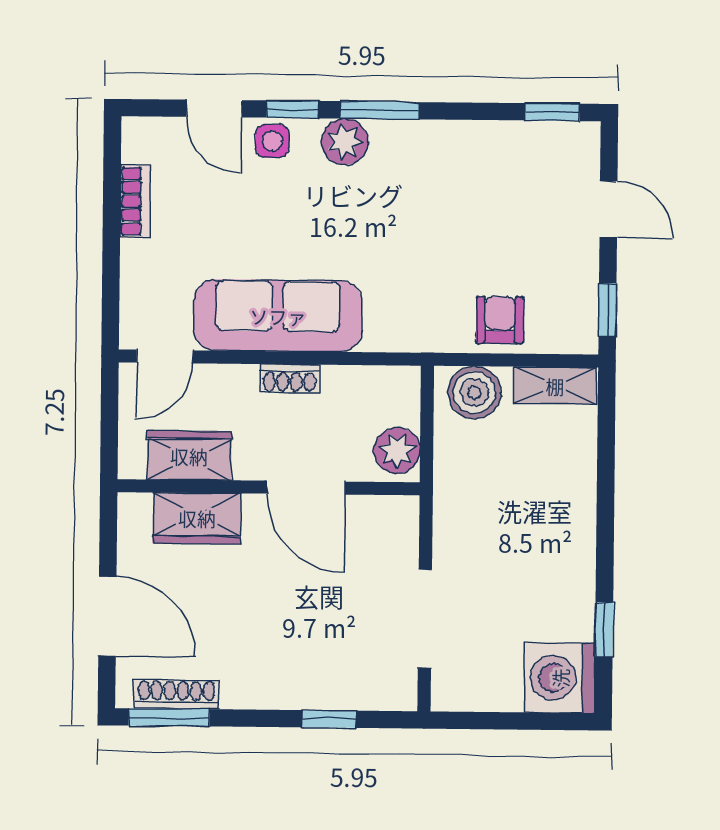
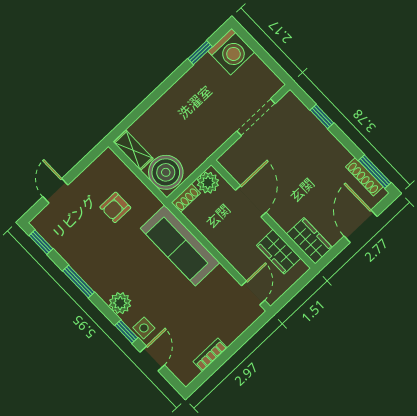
window: (380, 110) -> (79, 281), moved
window: (607, 310) -> (90, 158), removed
sofa: (278, 316) -> (180, 246), moved
armchair: (500, 320) -> (115, 207), moved
door: (165, 357) -> (253, 293), hinge flipped
shoe rack: (290, 379) -> (186, 198), moved, turned 90
boiler: (474, 393) -> (166, 172), width x1.37, depth x1.37
wardrobe: (197, 518) -> (309, 241), moved

